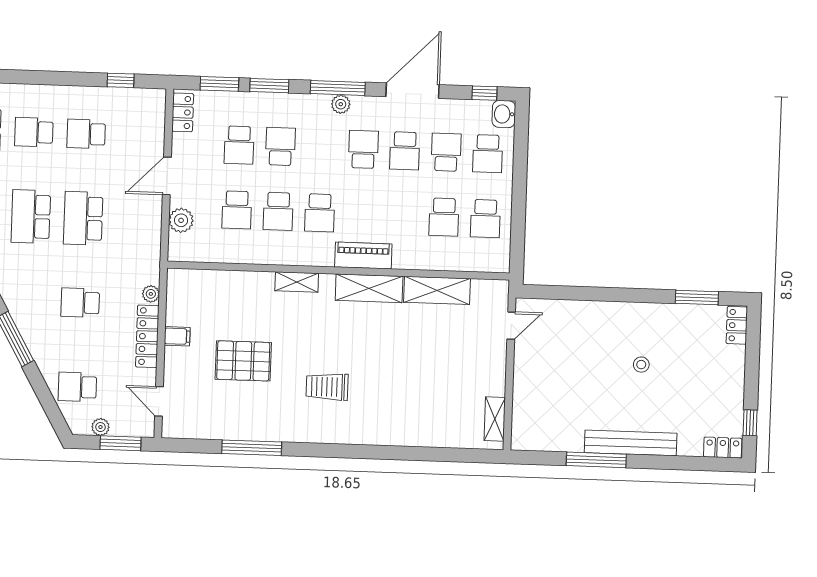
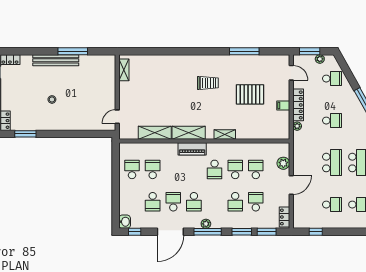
school desk: (488, 154) -> (132, 202), removed
school desk: (320, 213) -> (215, 169), turned 180

